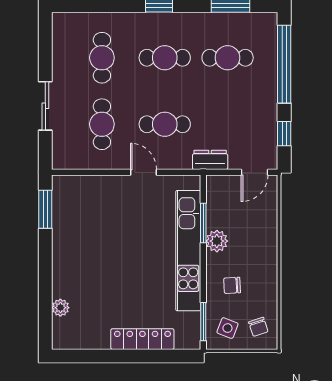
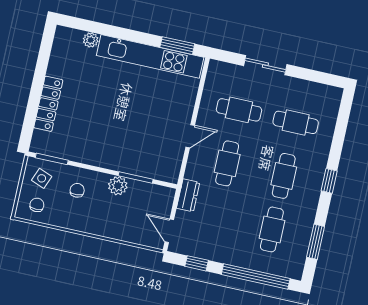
kitchen unit: (188, 251) -> (150, 56), moved, turned 180
chair: (258, 327) -> (37, 205), turned 108

